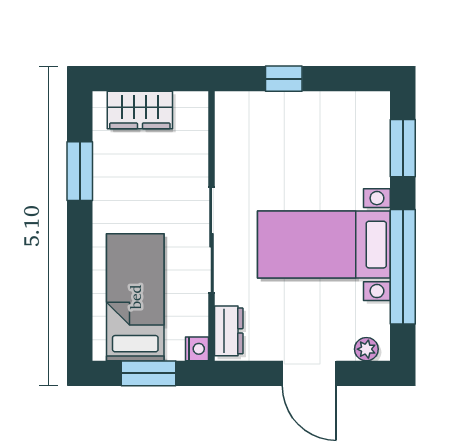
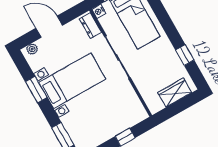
window: (80, 171) -> (185, 55), width x0.67
window: (403, 267) -> (36, 90), width x0.47

